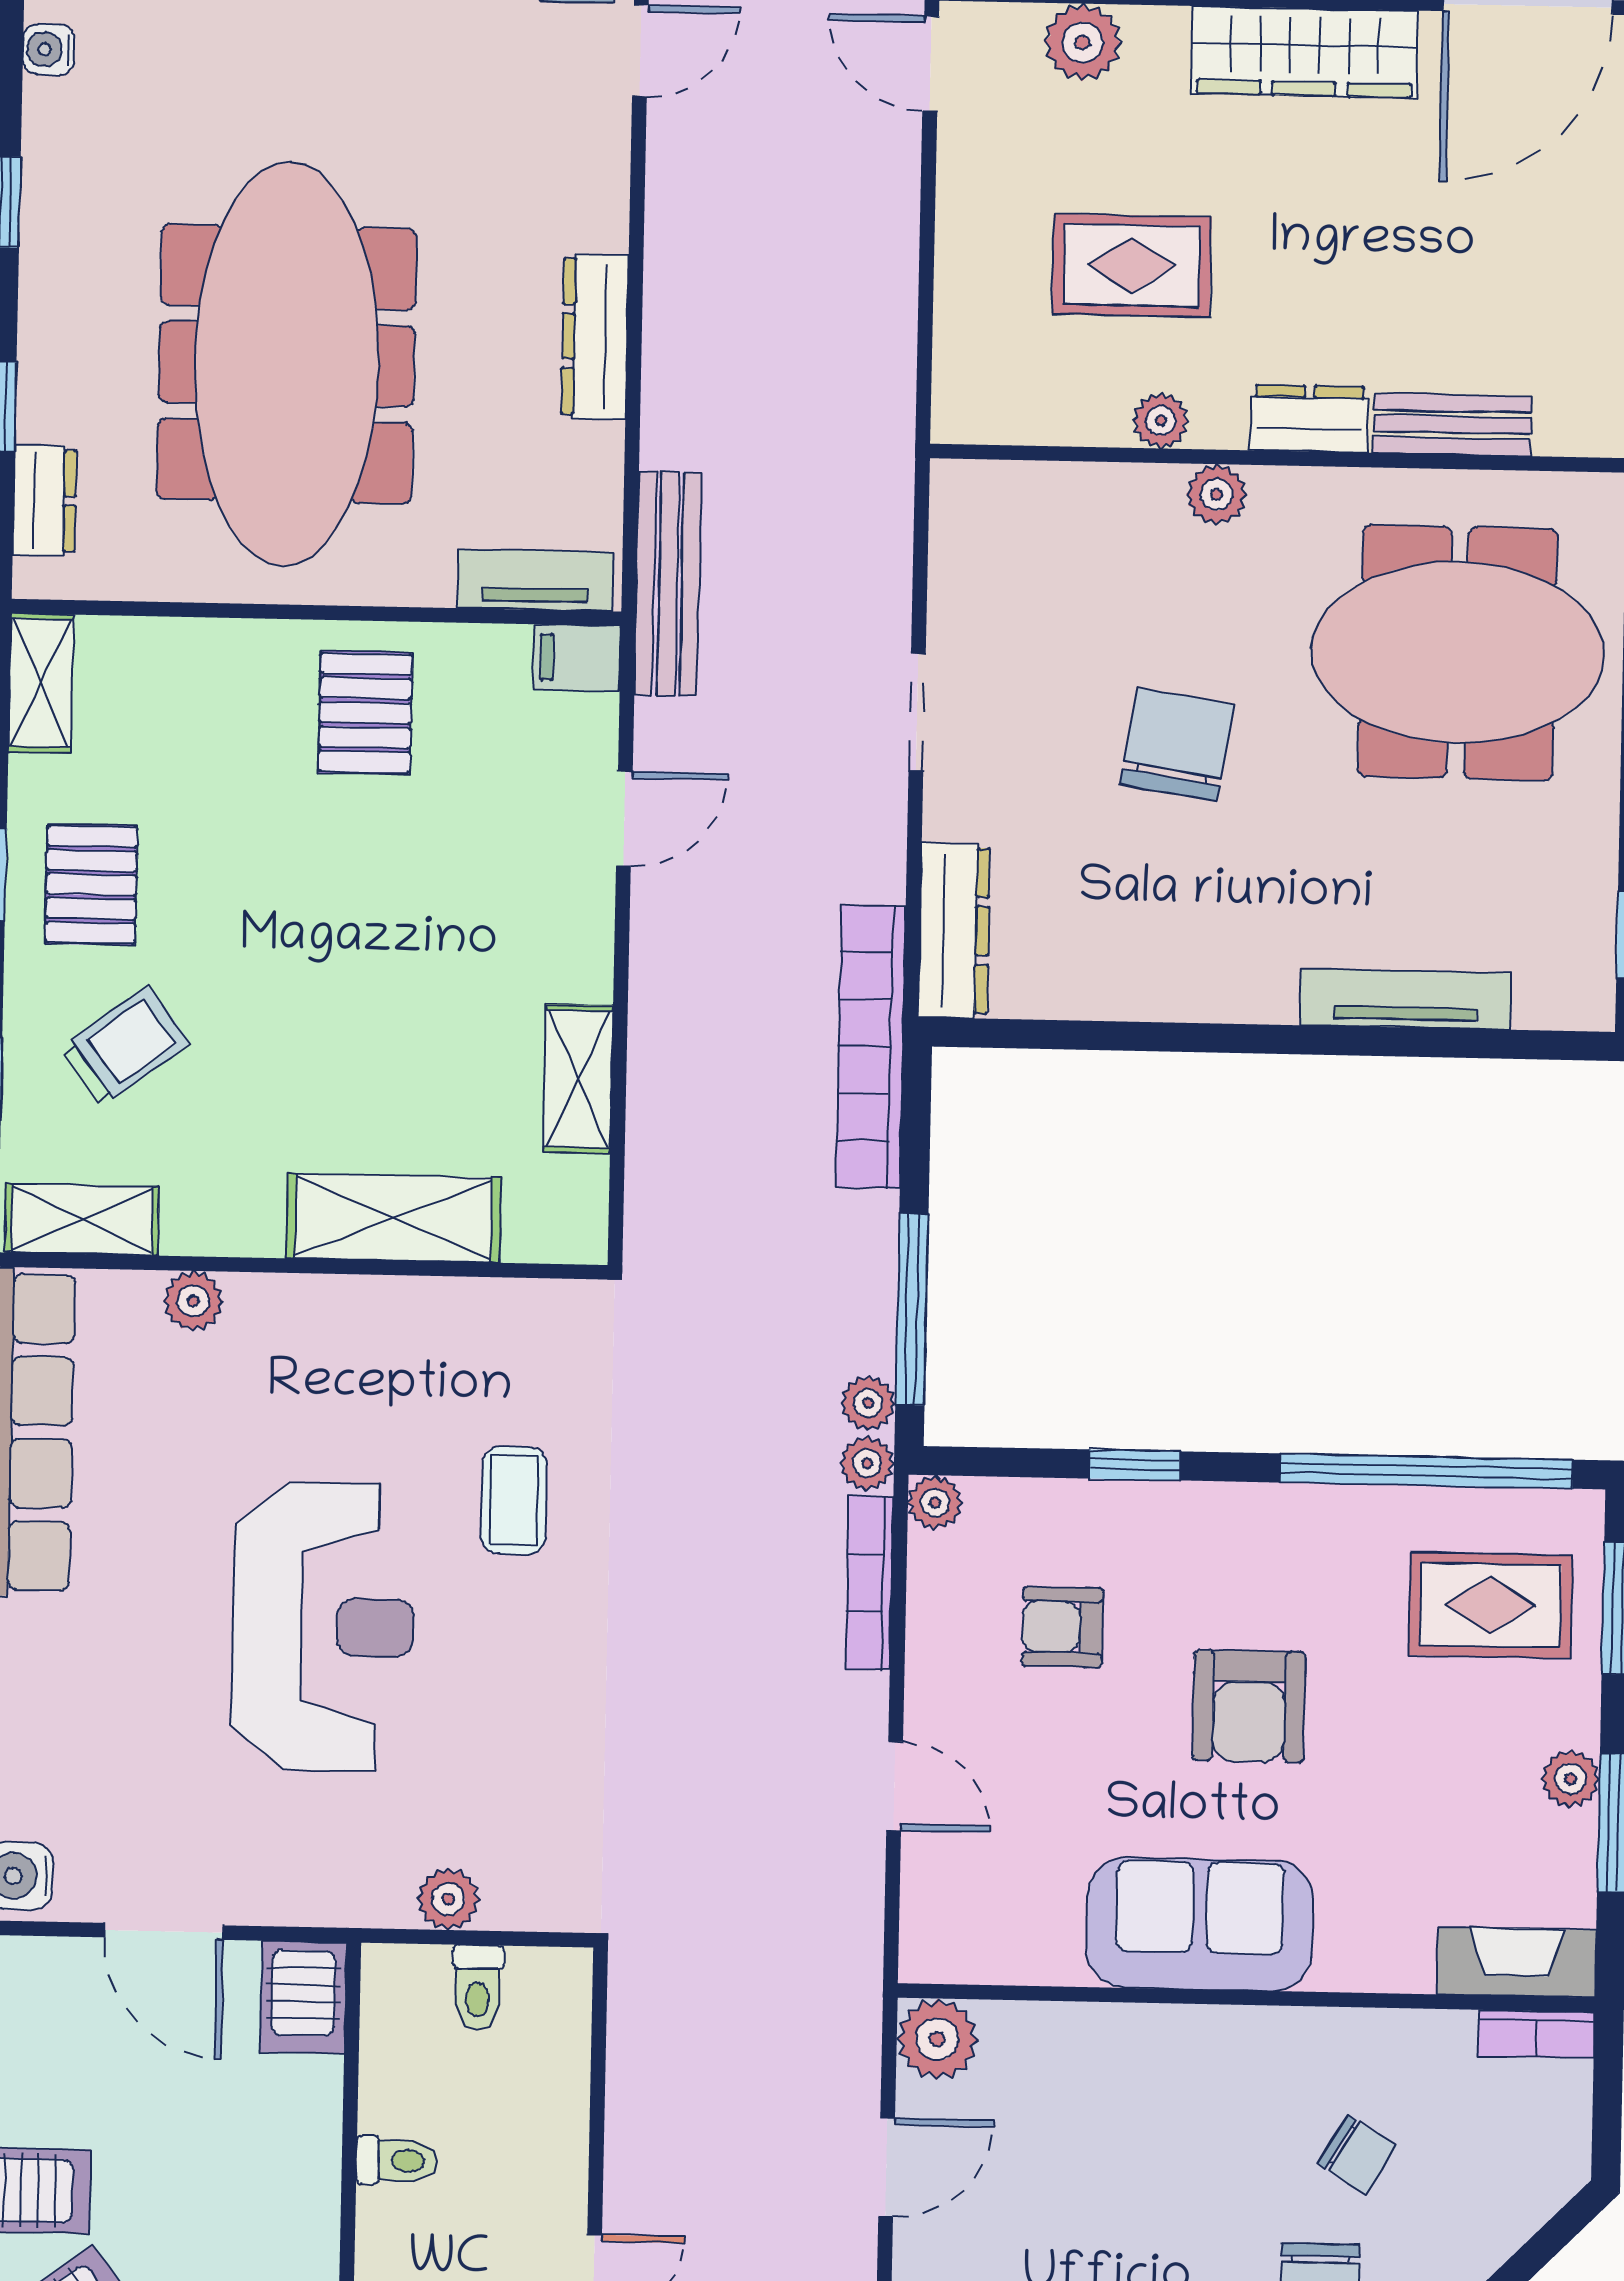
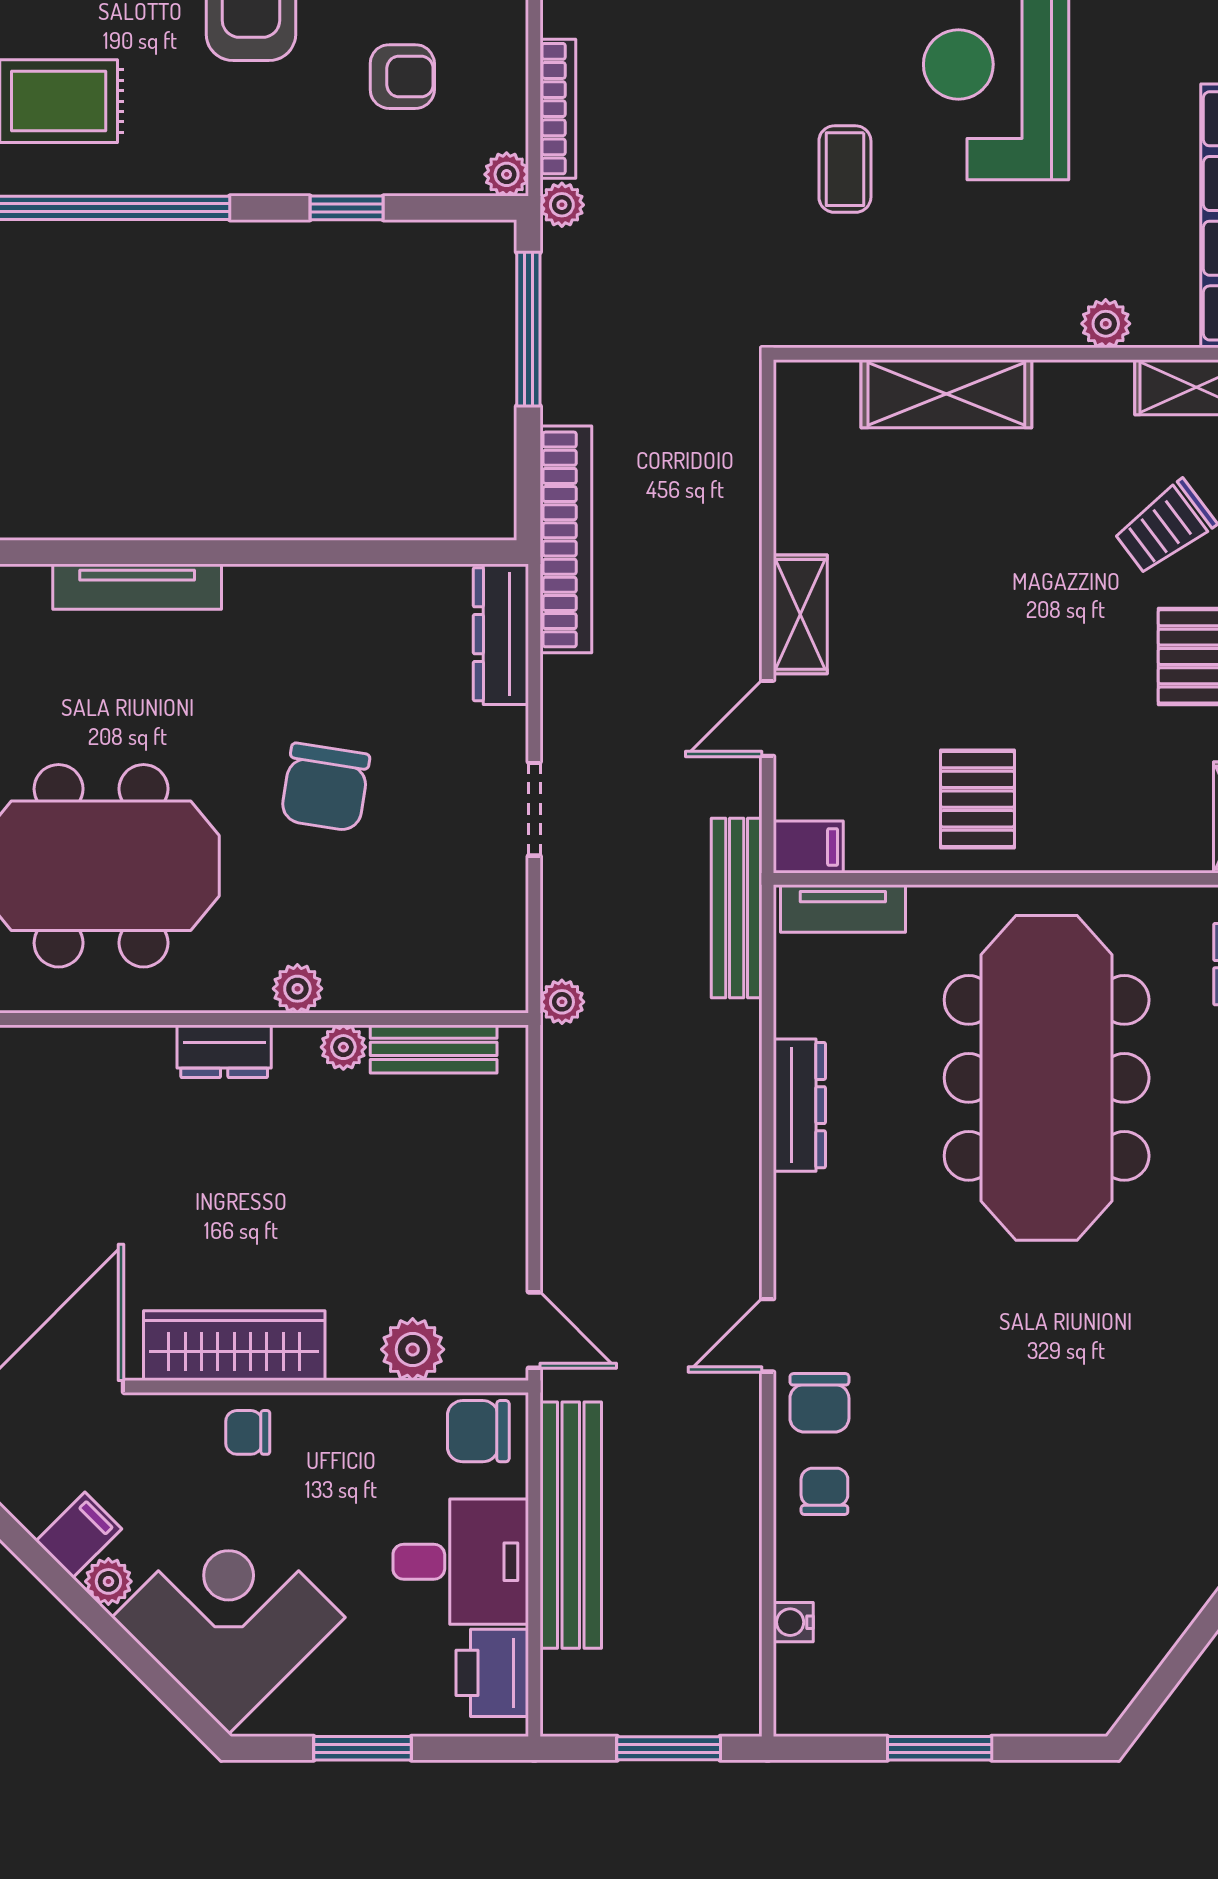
rug: (1132, 265) -> (369, 1171), removed
bench: (1452, 425) -> (434, 1049), moved
shelving: (578, 1079) -> (800, 614), moved
plant: (868, 1403) -> (562, 1002), moved

